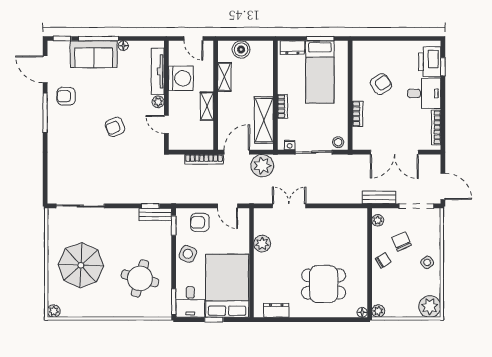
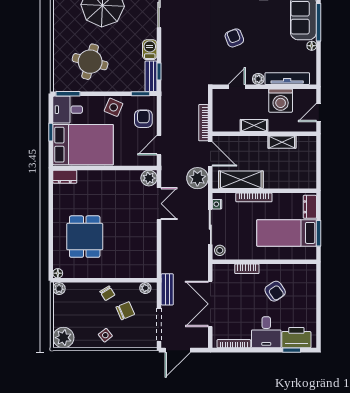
boiler: (241, 49) -> (308, 158), removed
bookcase: (282, 106) -> (254, 197), width x1.56
barbecue: (127, 216) -> (150, 50), added
plant: (262, 244) -> (149, 178), moved
dresser: (276, 310) -> (65, 177), moved, turned 90

